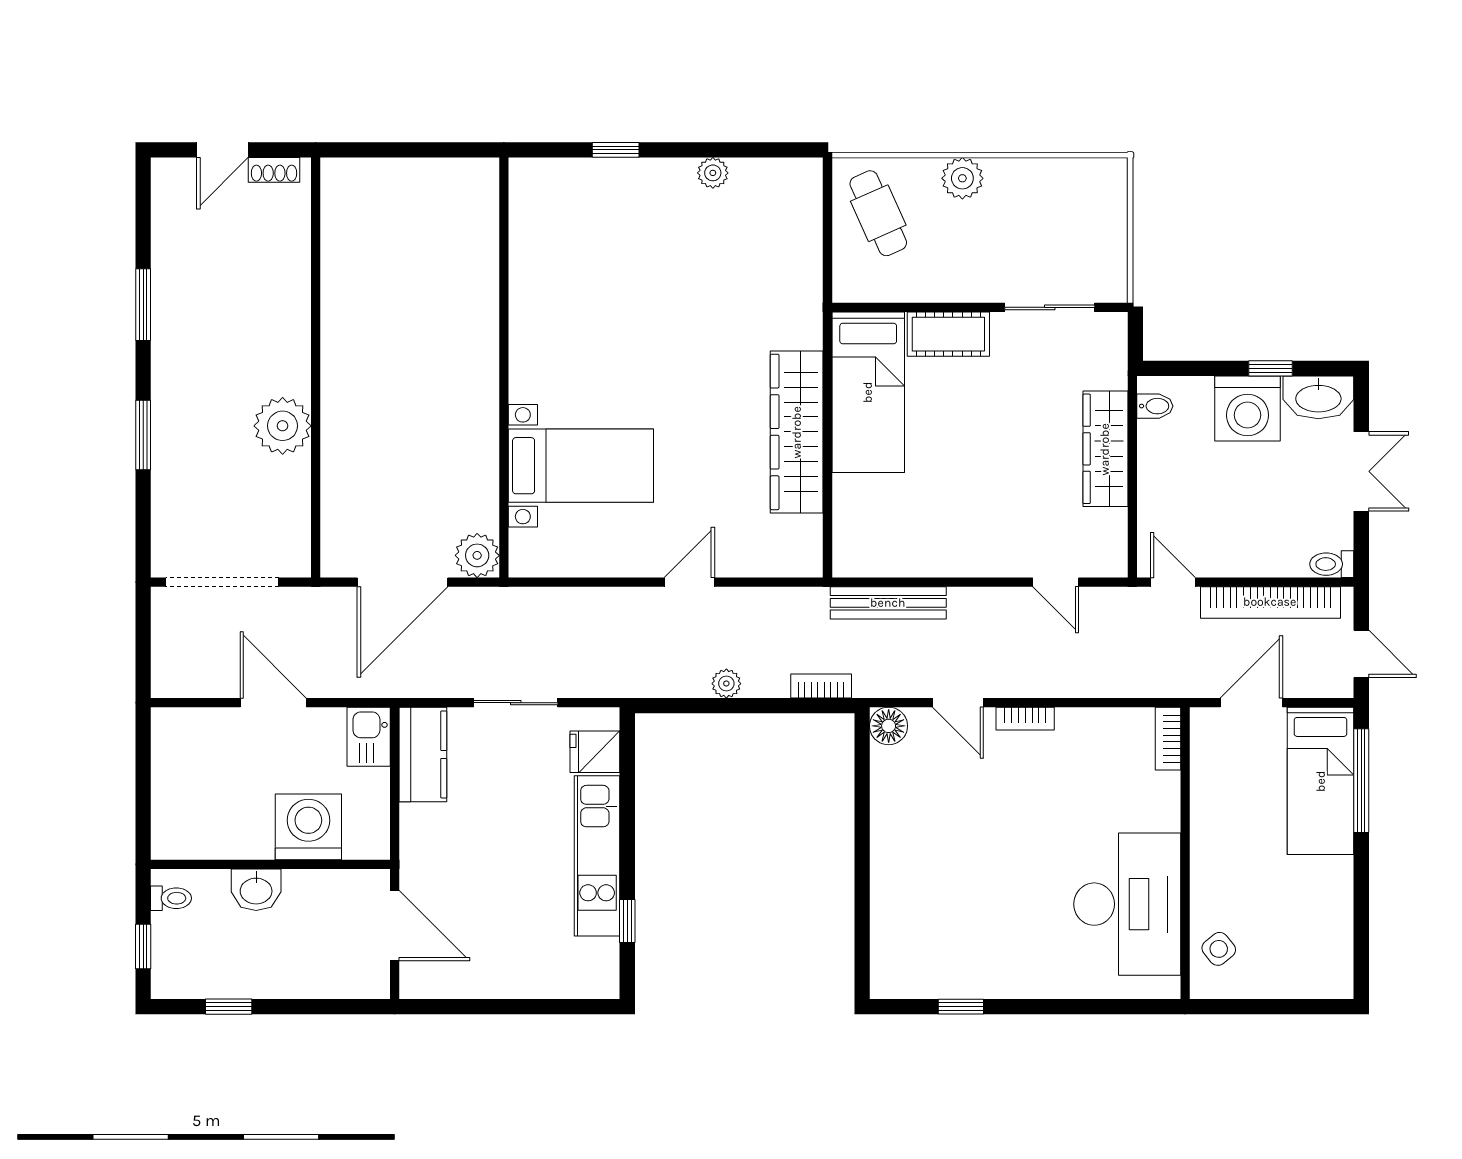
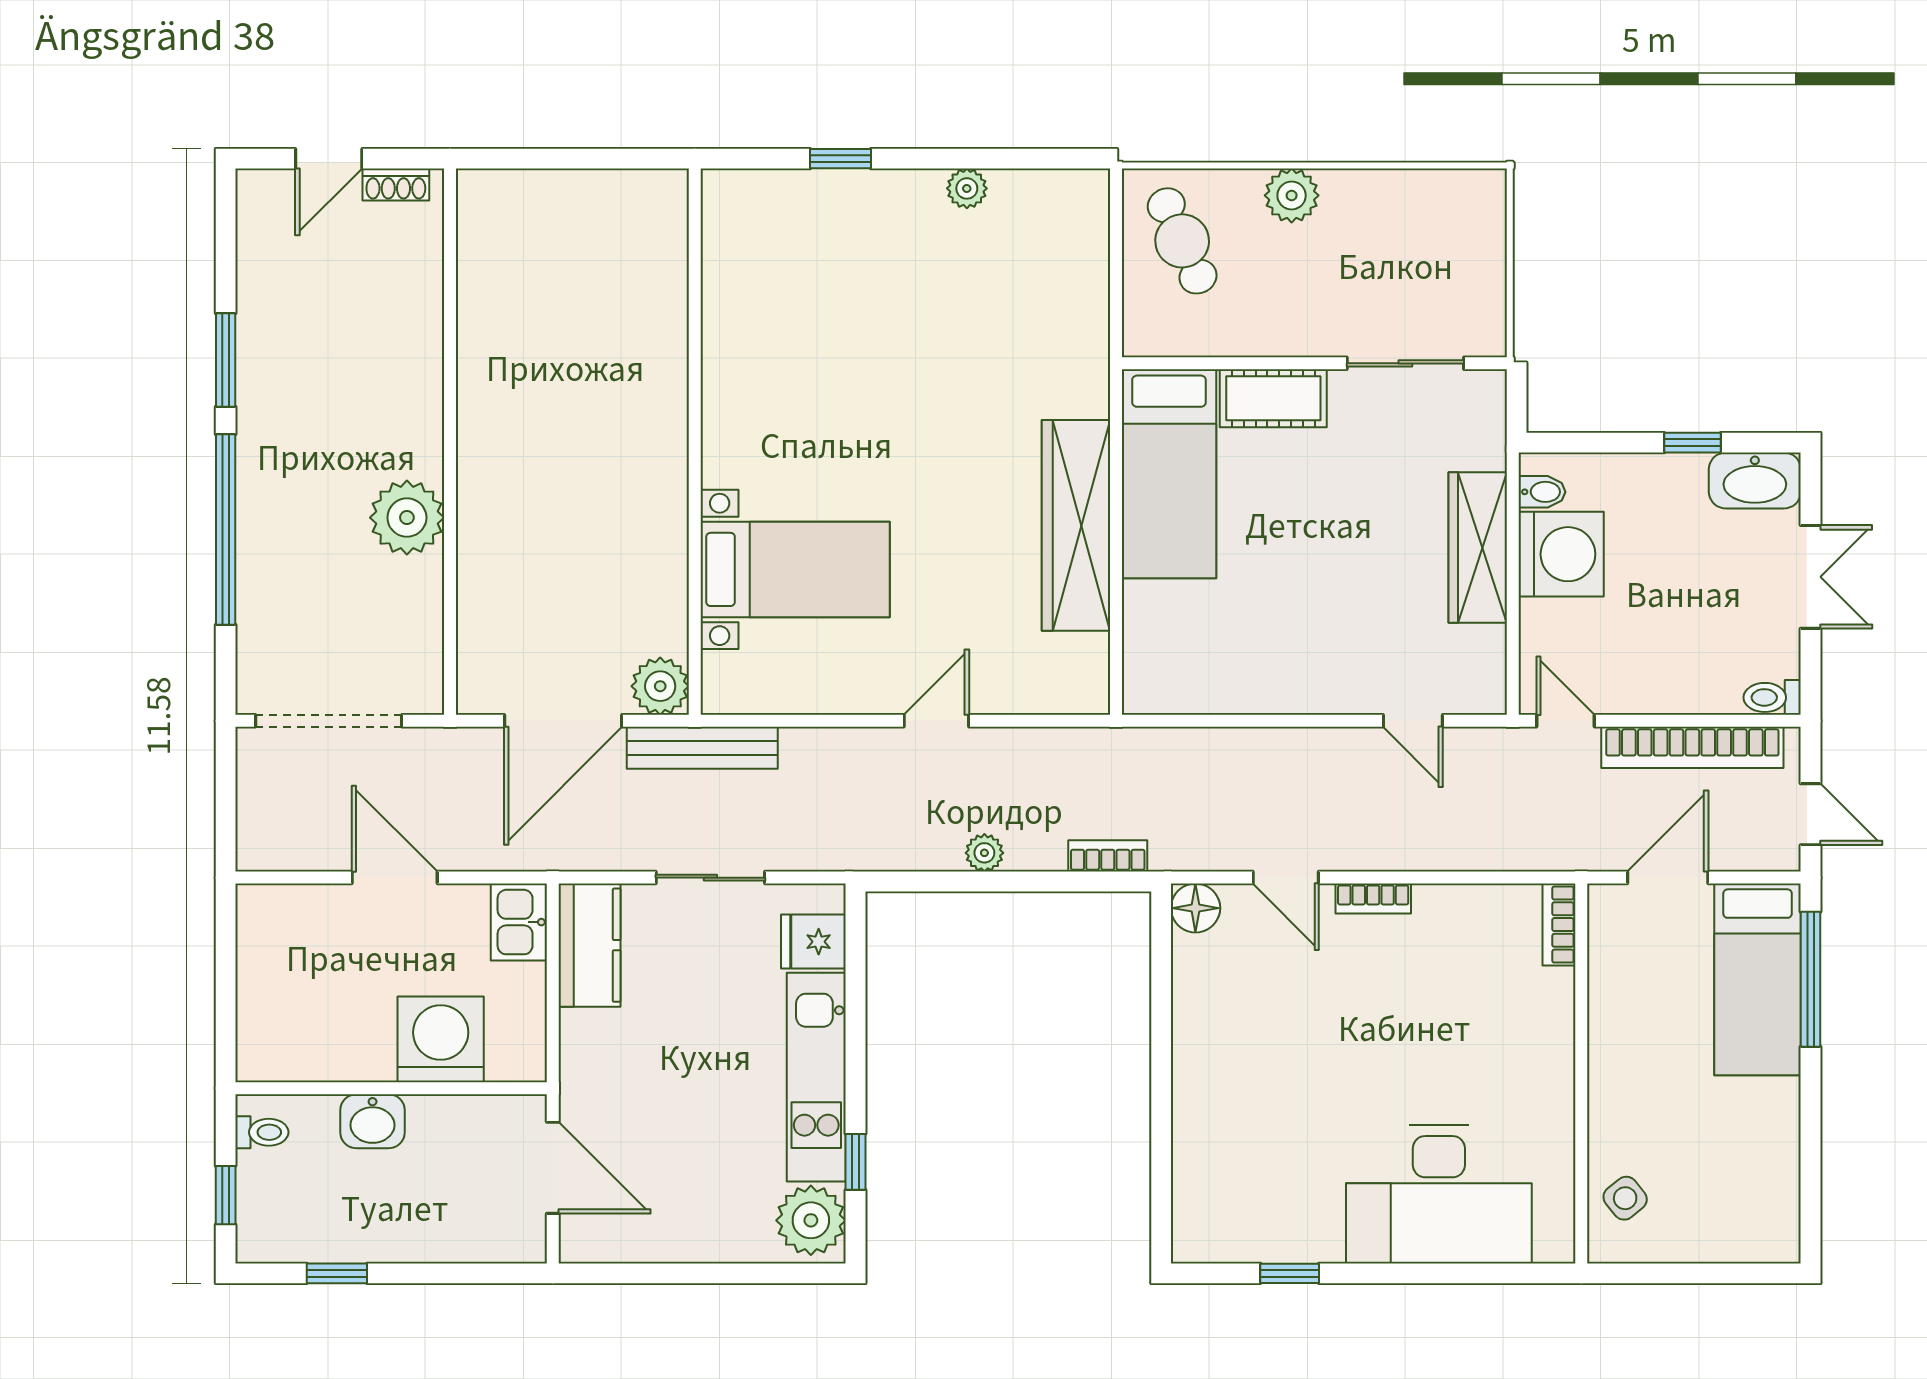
washing machine: (1247, 408) -> (1561, 554), moved, turned -90
window: (143, 435) -> (226, 530), width x2.11
bench: (888, 603) -> (702, 748), moved
desk: (1127, 904) -> (1439, 1194), moved, turned 90
plant: (593, 966) -> (811, 1220), added

